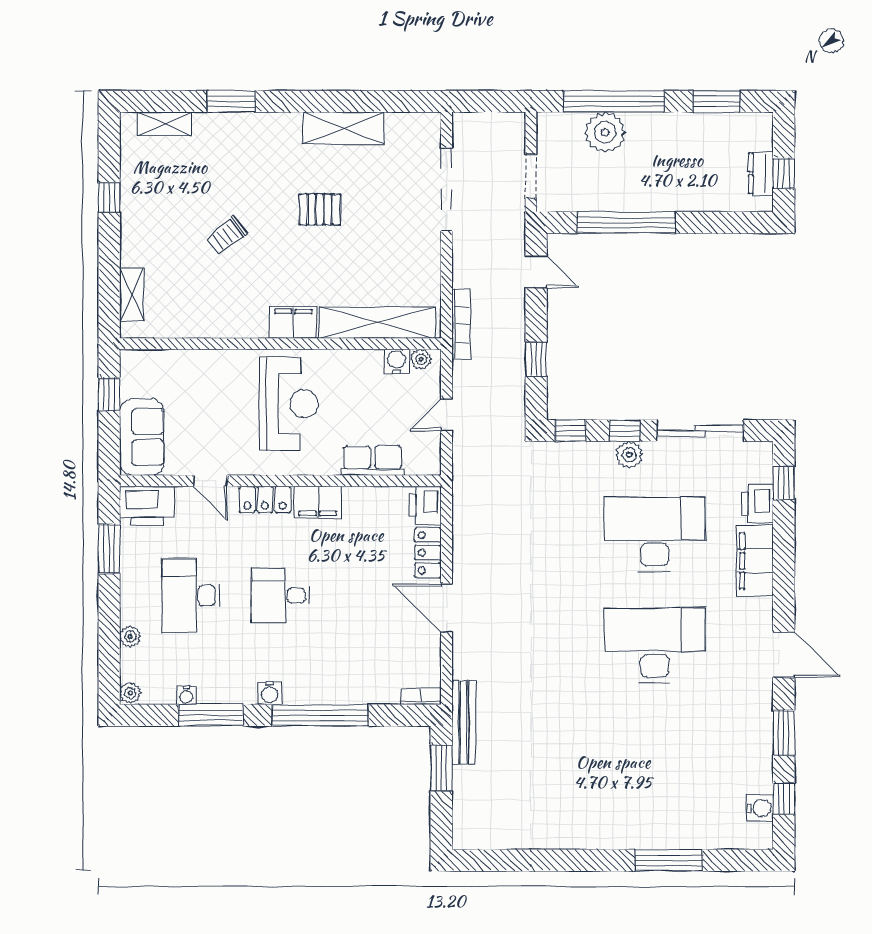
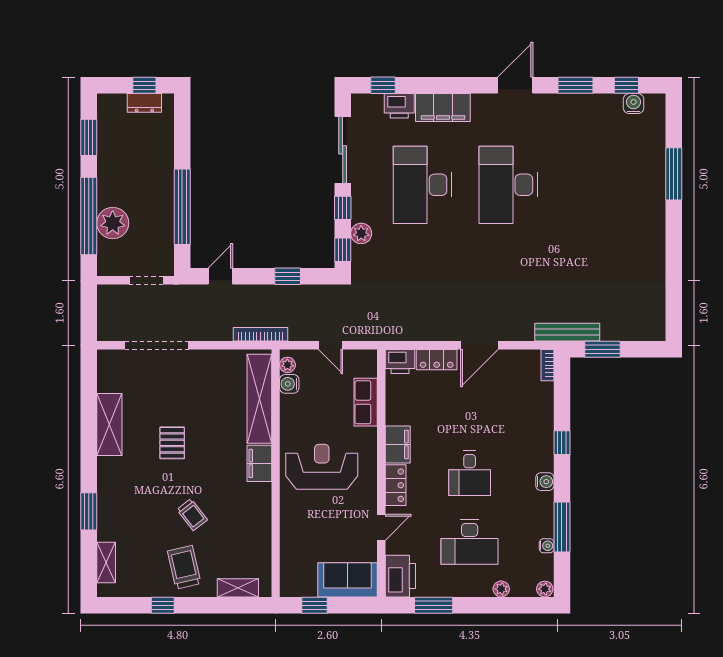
trolley: (158, 225) -> (184, 567), added
plant: (629, 455) -> (361, 233), moved
window: (320, 715) -> (562, 443), width x0.32

